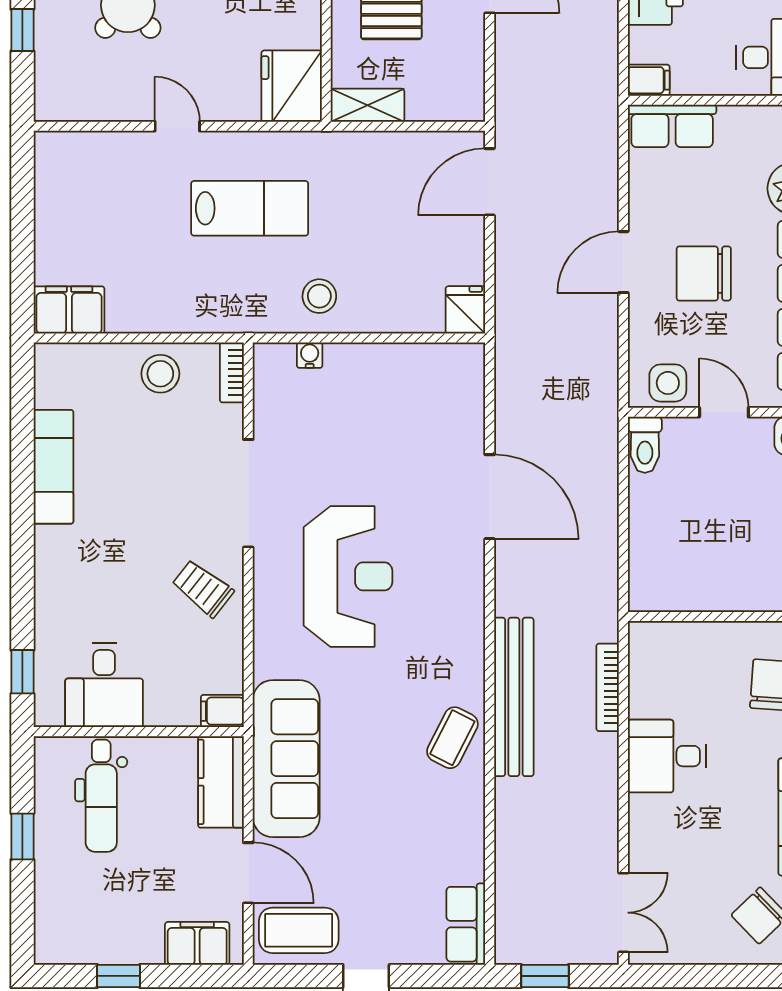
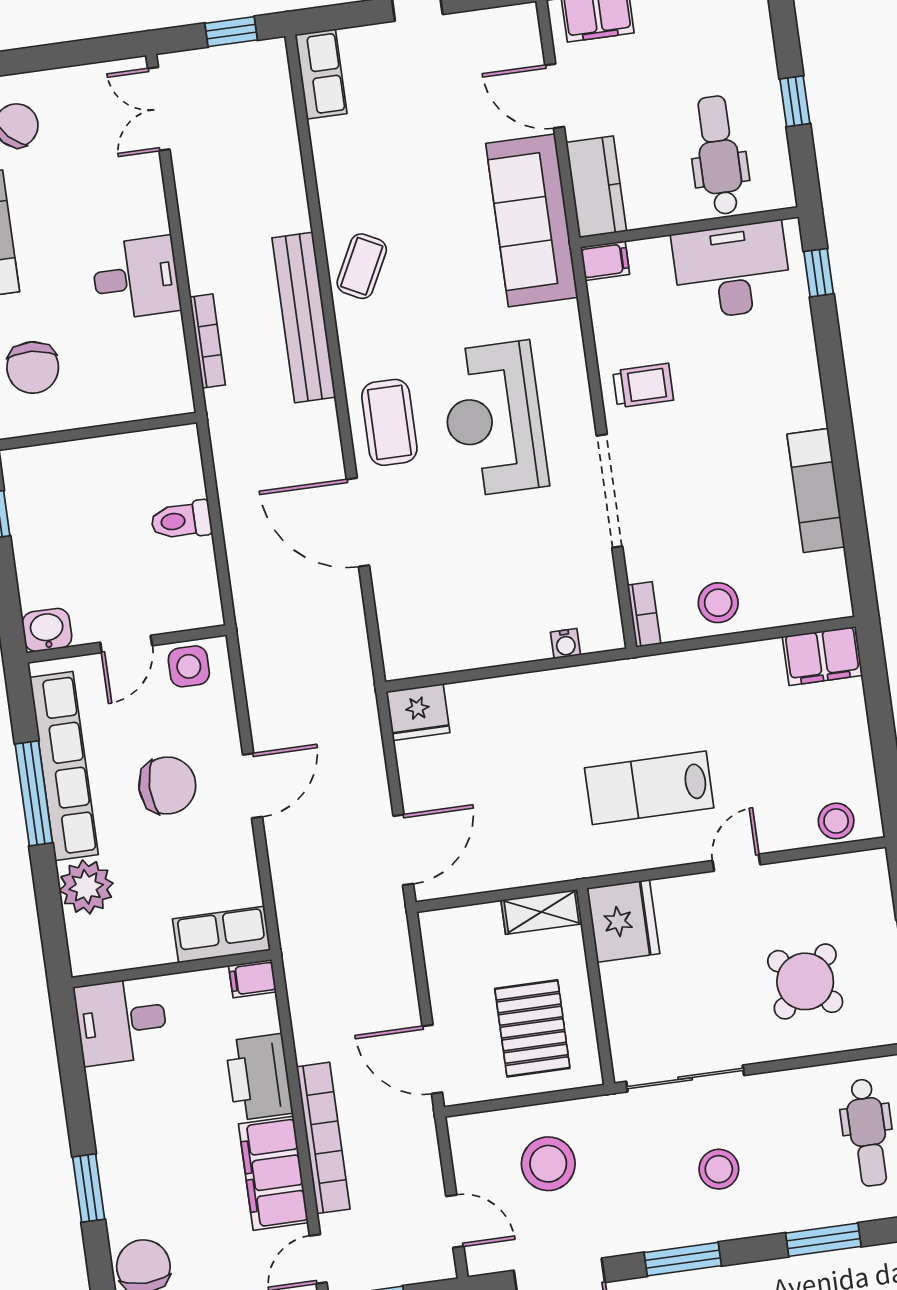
door: (177, 126) -> (736, 863), swing flipped
stool: (319, 296) -> (836, 821), moved
fridge: (465, 310) -> (418, 712), width x1.38
door: (724, 412) -> (126, 644), hinge flipped
toilet: (645, 445) -> (181, 520), moved, turned -90
trolley: (203, 588) -> (643, 386), turned -38
desk: (104, 685) -> (732, 270), width x1.37
coffee table: (299, 930) -> (389, 422), moved, turned 90

